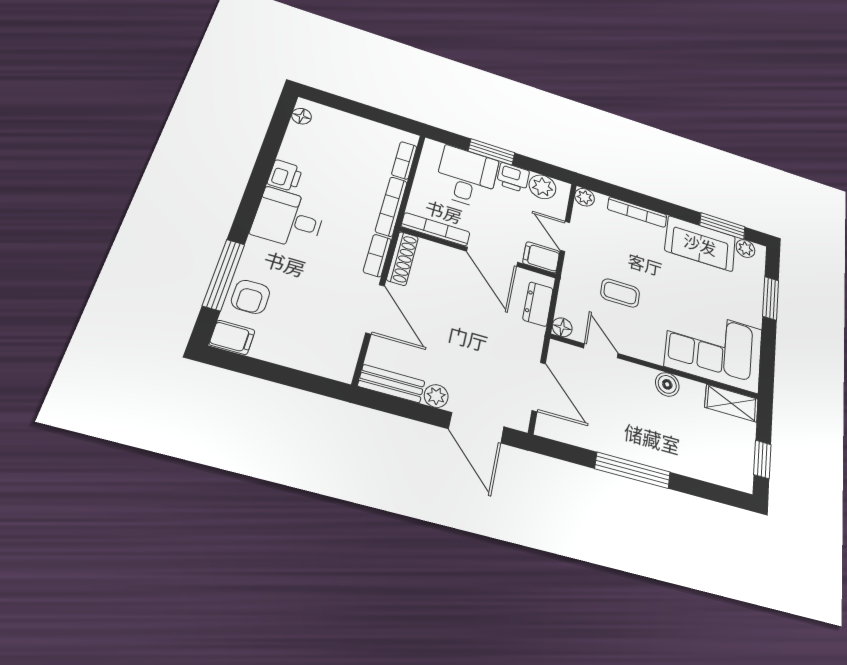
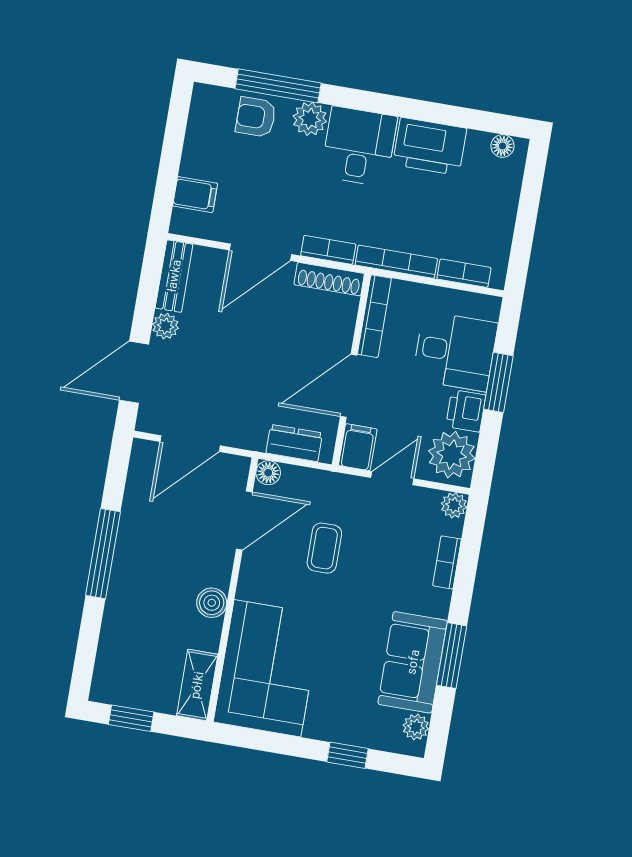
printer: (285, 176) -> (430, 146), width x1.87, depth x1.48
plant: (542, 187) -> (452, 455), width x1.36, depth x1.36
bookcase: (637, 212) -> (447, 562), width x0.64
window: (722, 226) -> (452, 656), moved
plant: (258, 253) -> (310, 119), added
window: (771, 298) -> (348, 755), width x0.67
filing cabinet: (232, 337) -> (195, 195), moved, turned -90
door: (601, 351) -> (244, 520), width x1.38

